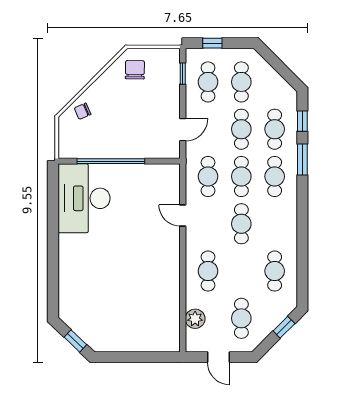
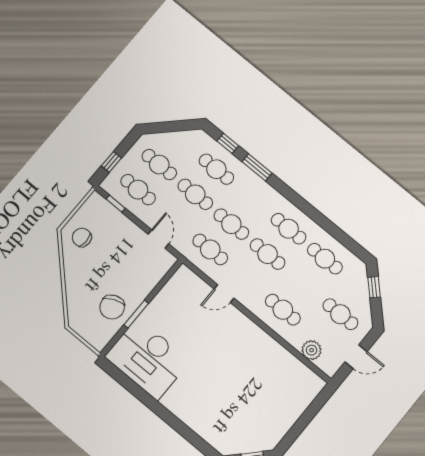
chair: (83, 111) -> (112, 307), moved, width x1.87, depth x1.87
window: (111, 161) -> (136, 314), width x0.47
cafe table: (275, 176) -> (289, 229), moved

